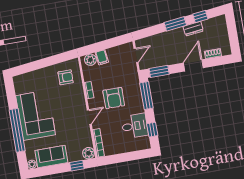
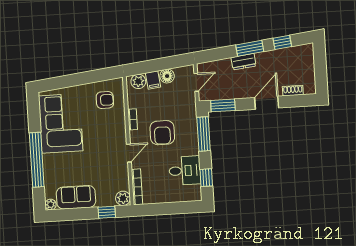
dresser: (193, 29) -> (244, 62), moved
floor lamp: (113, 53) -> (167, 76), added
corner sofa: (36, 115) -> (61, 123), moved

